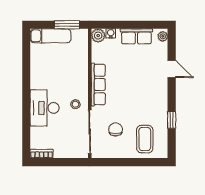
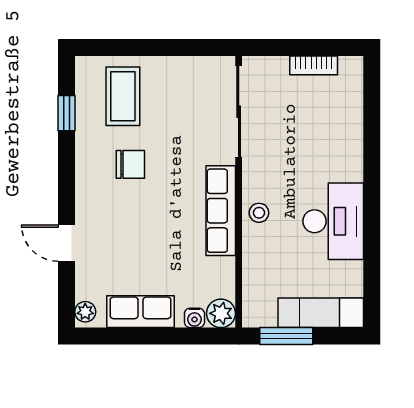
stool: (75, 104) -> (259, 213), moved
desk: (45, 108) -> (333, 221), moved
window: (172, 120) -> (67, 113), moved
chair: (116, 129) -> (130, 164), moved, turned -90
bookcase: (42, 154) -> (314, 65), moved

